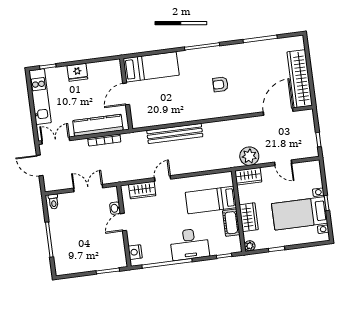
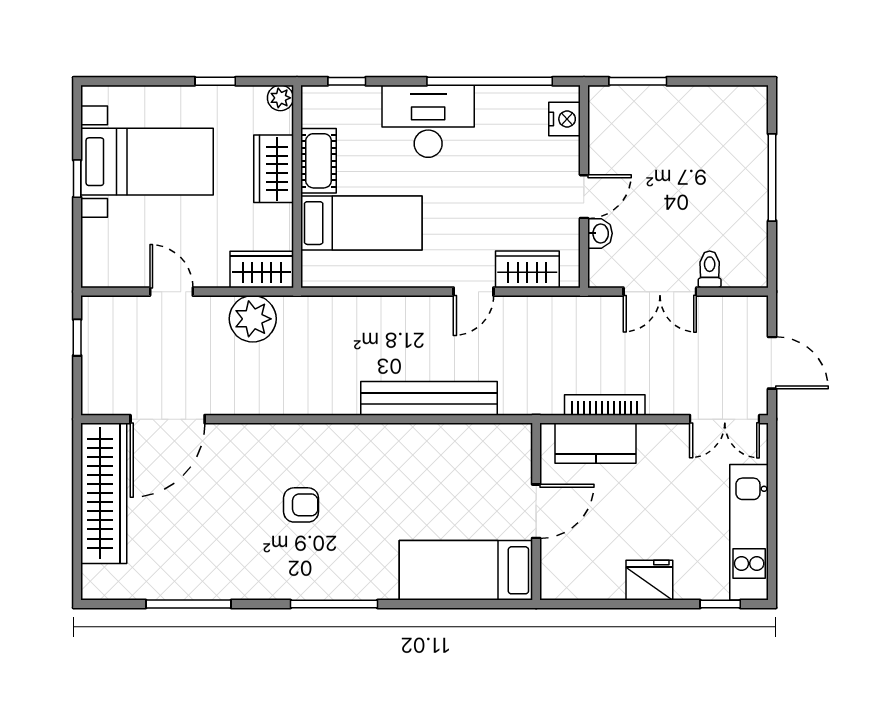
kitchen counter: (98, 125) -> (596, 443), width x0.67
toilet: (54, 202) -> (710, 269), moved

